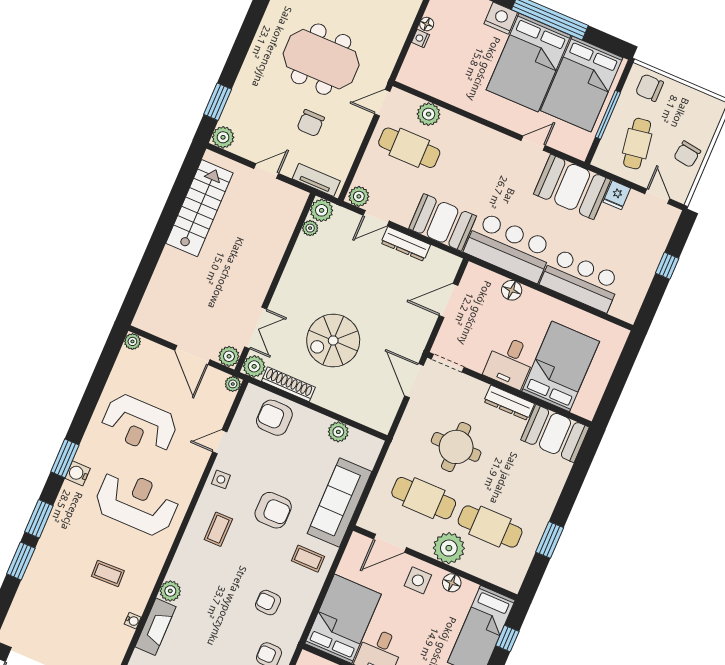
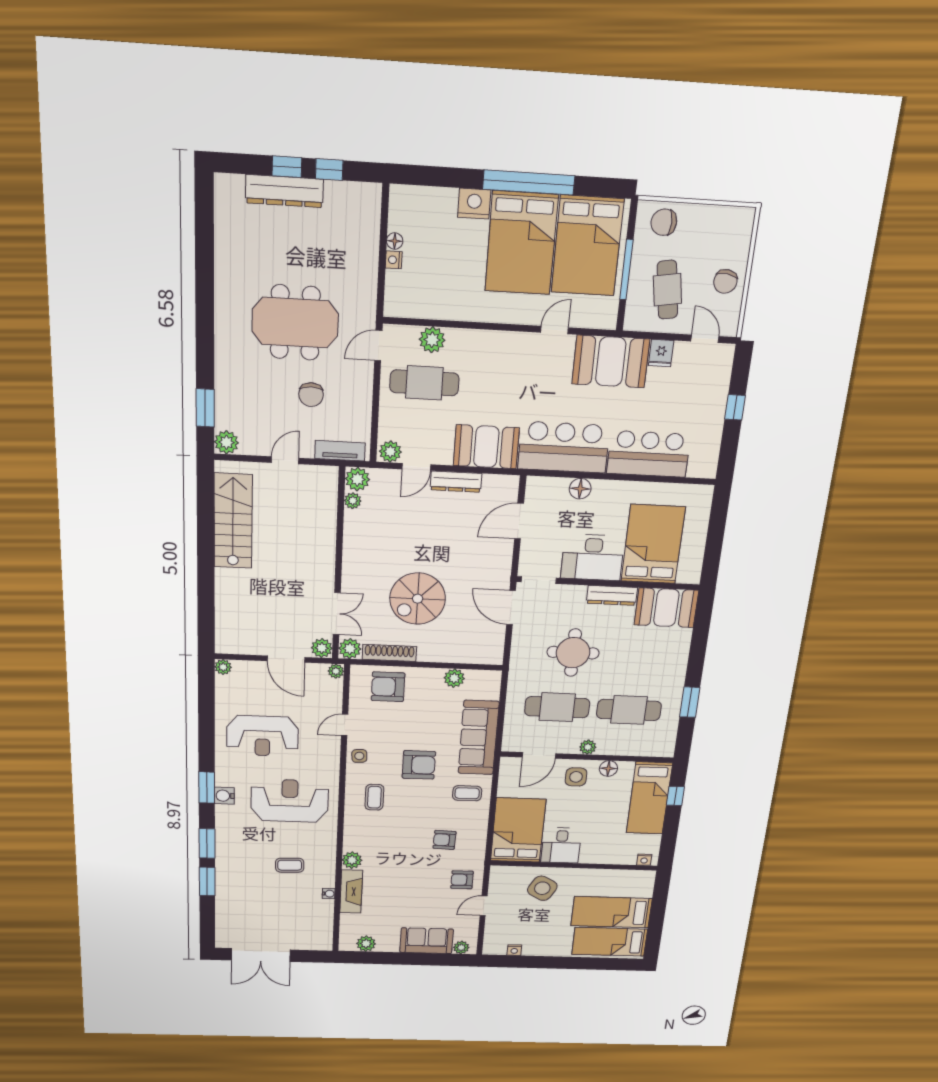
desk: (510, 362) -> (593, 557), width x1.37
plant: (449, 548) -> (588, 747), width x0.53, depth x0.53

